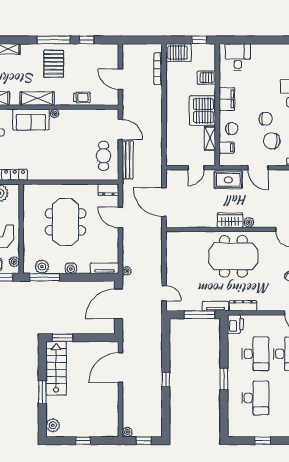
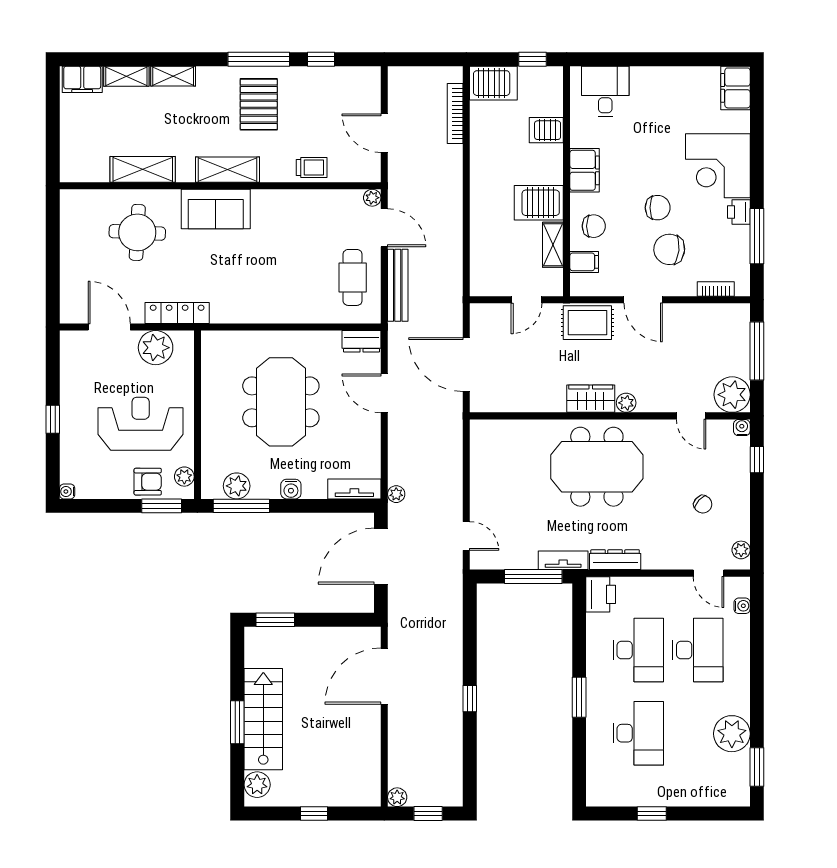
server rack: (202, 111) -> (539, 203), width x0.63
plant: (55, 113) -> (372, 198), moved
stairs: (56, 368) -> (263, 719), moved

